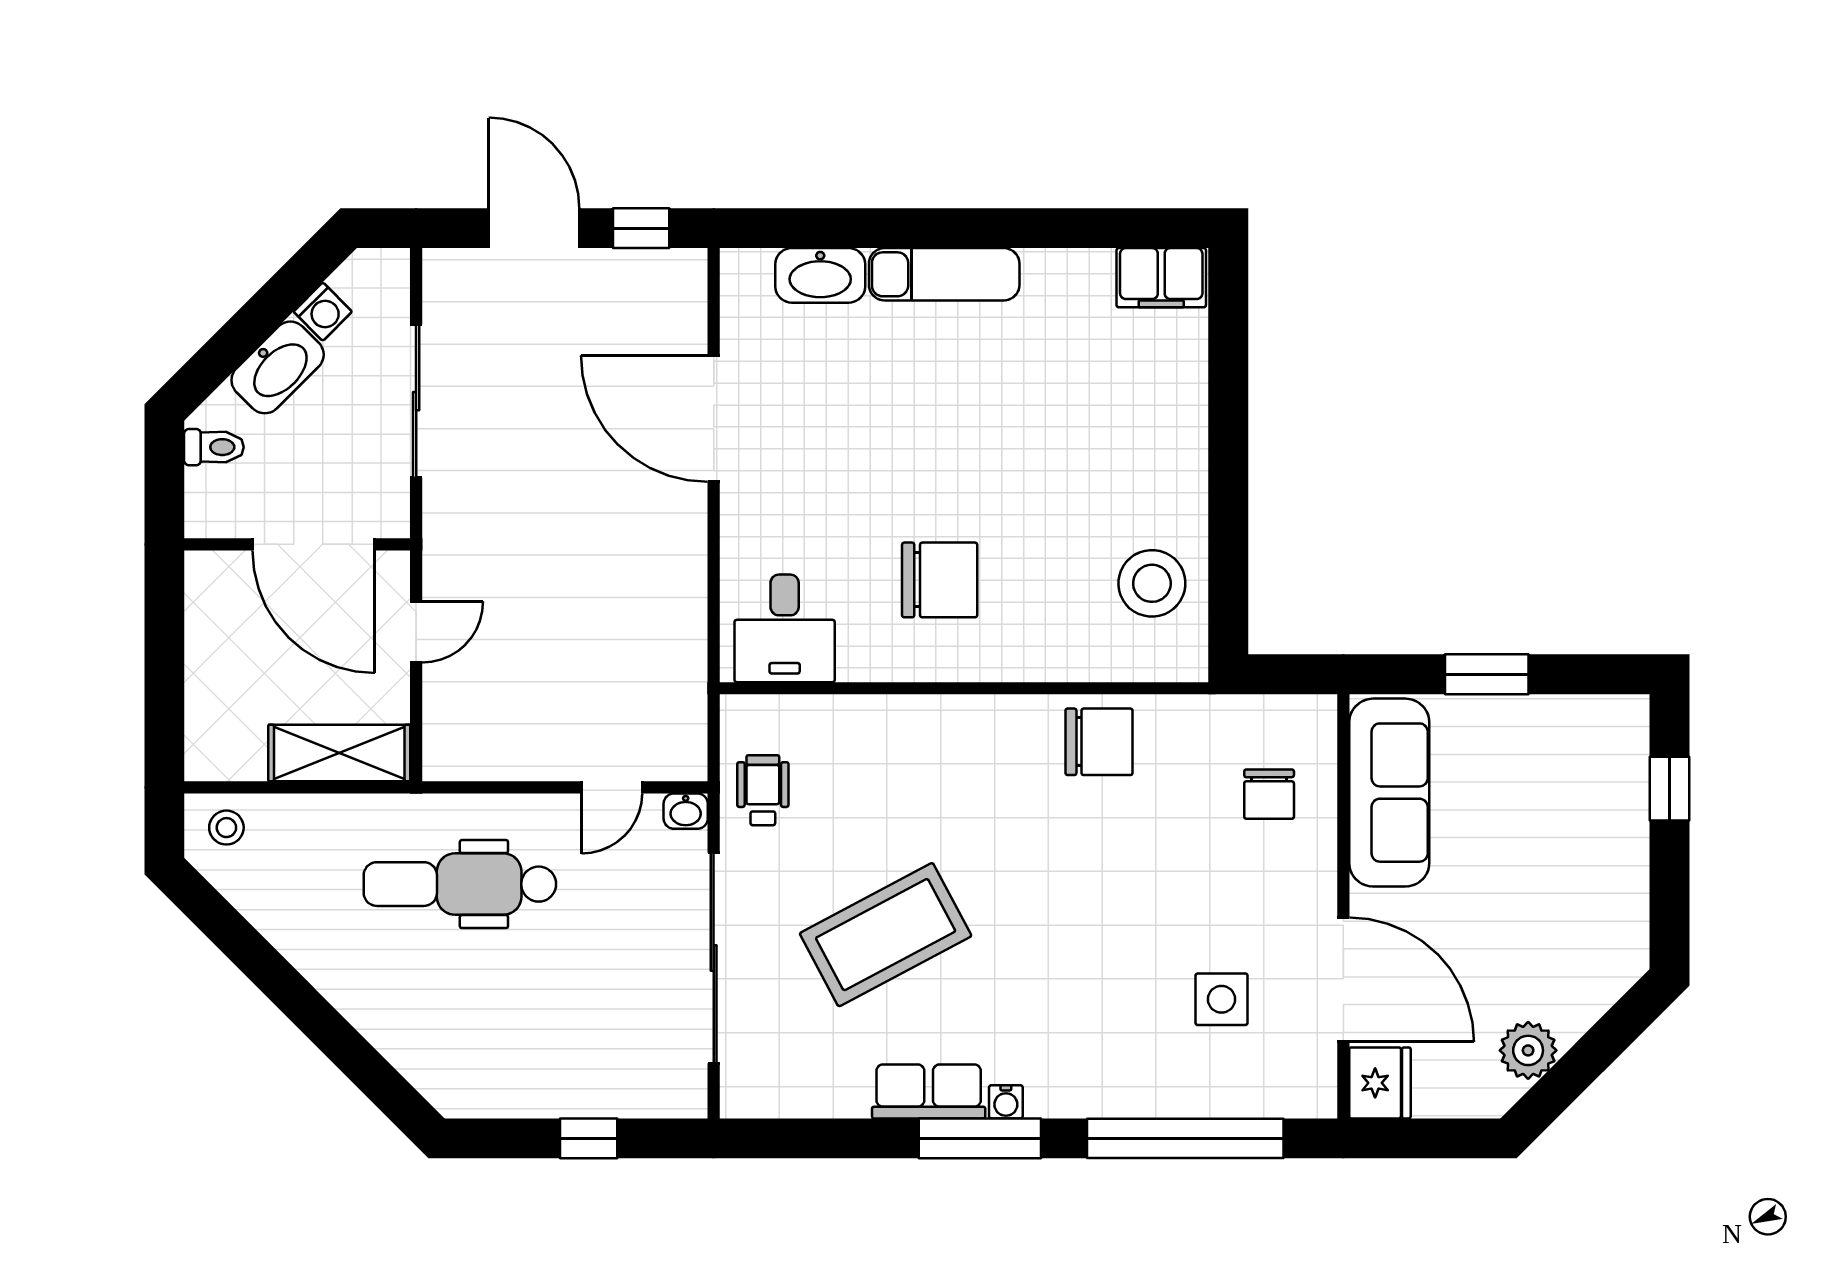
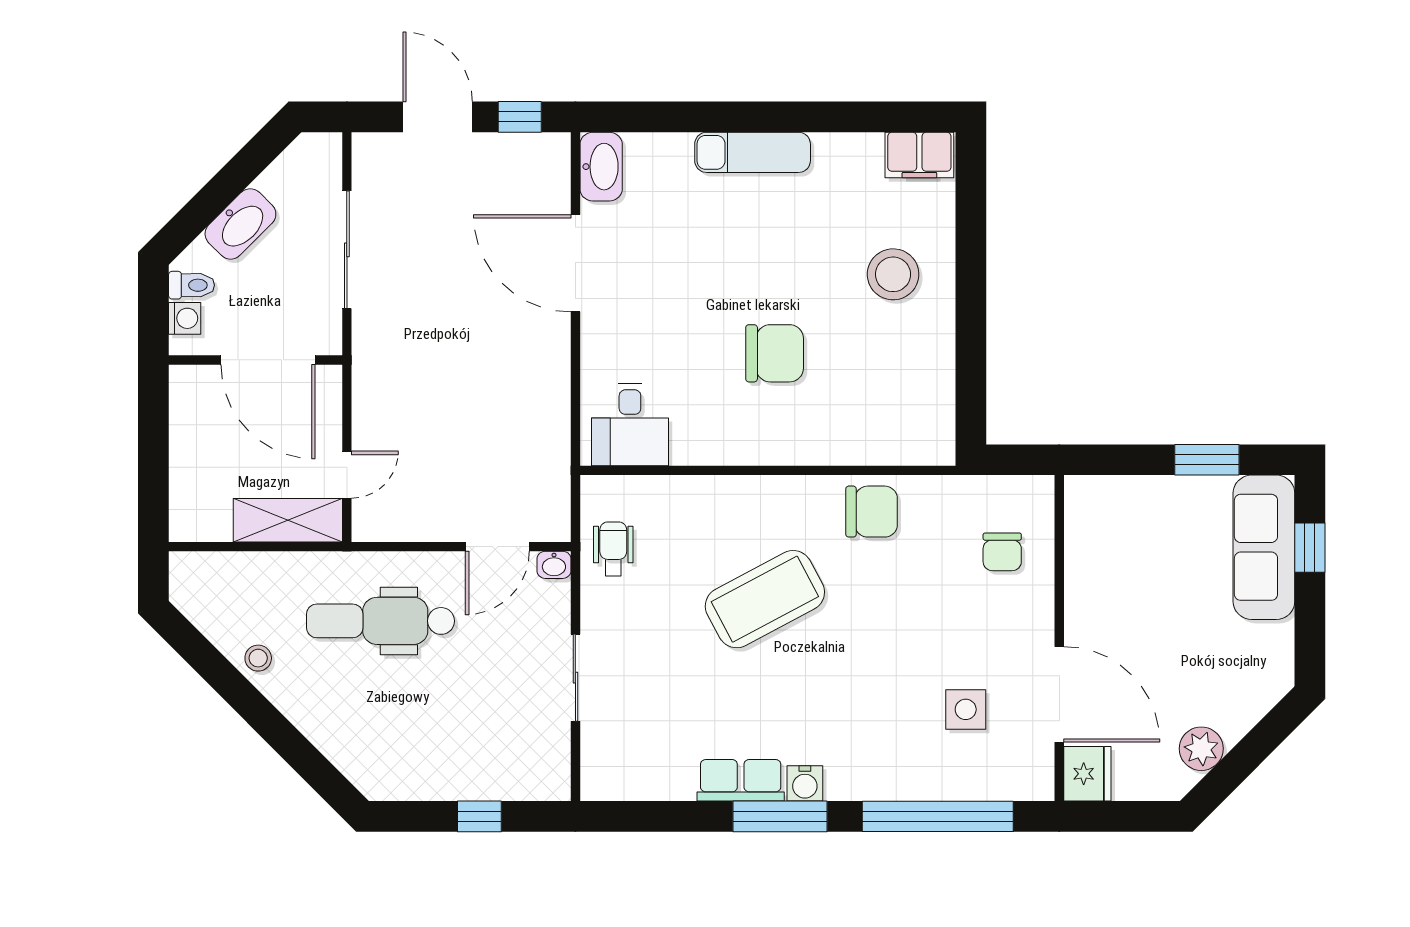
washbasin: (820, 275) -> (601, 167), moved, turned -90
washing machine: (323, 312) -> (185, 318), moved, turned -45
chair: (940, 580) -> (775, 353), moved
stool: (1152, 583) -> (893, 274), moved
door: (416, 632) -> (347, 475), moved
window: (1487, 674) -> (1207, 460), moved
door: (612, 787) -> (497, 547), width x1.38
sofa: (1389, 793) -> (1264, 547), moved, turned 180
stool: (226, 828) -> (258, 658), moved
coffee table: (886, 935) -> (765, 599), moved
sliding door: (714, 958) -> (575, 678), width x0.54
water cooler: (1006, 1102) -> (805, 783), width x1.38, depth x1.38

